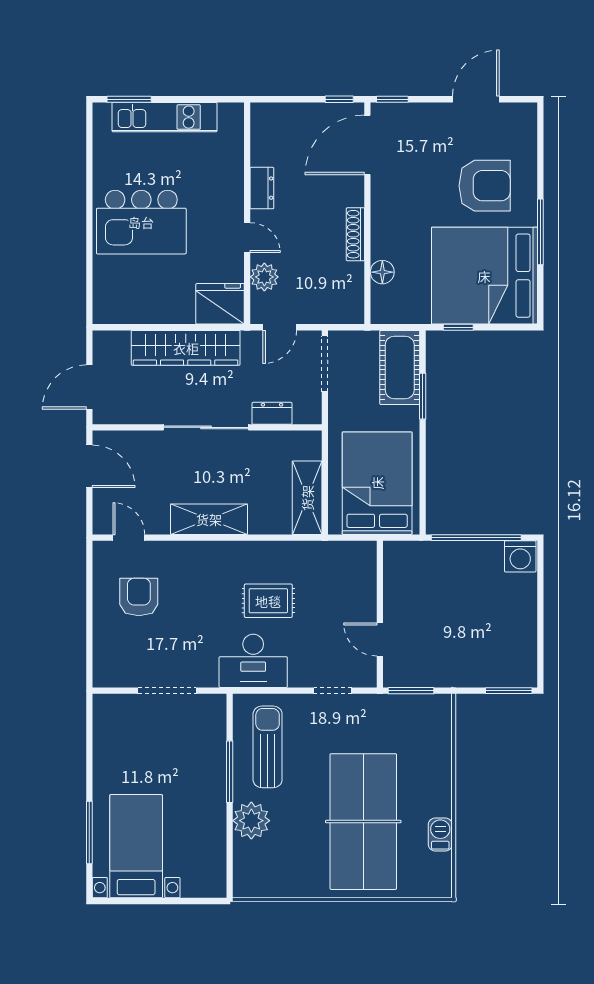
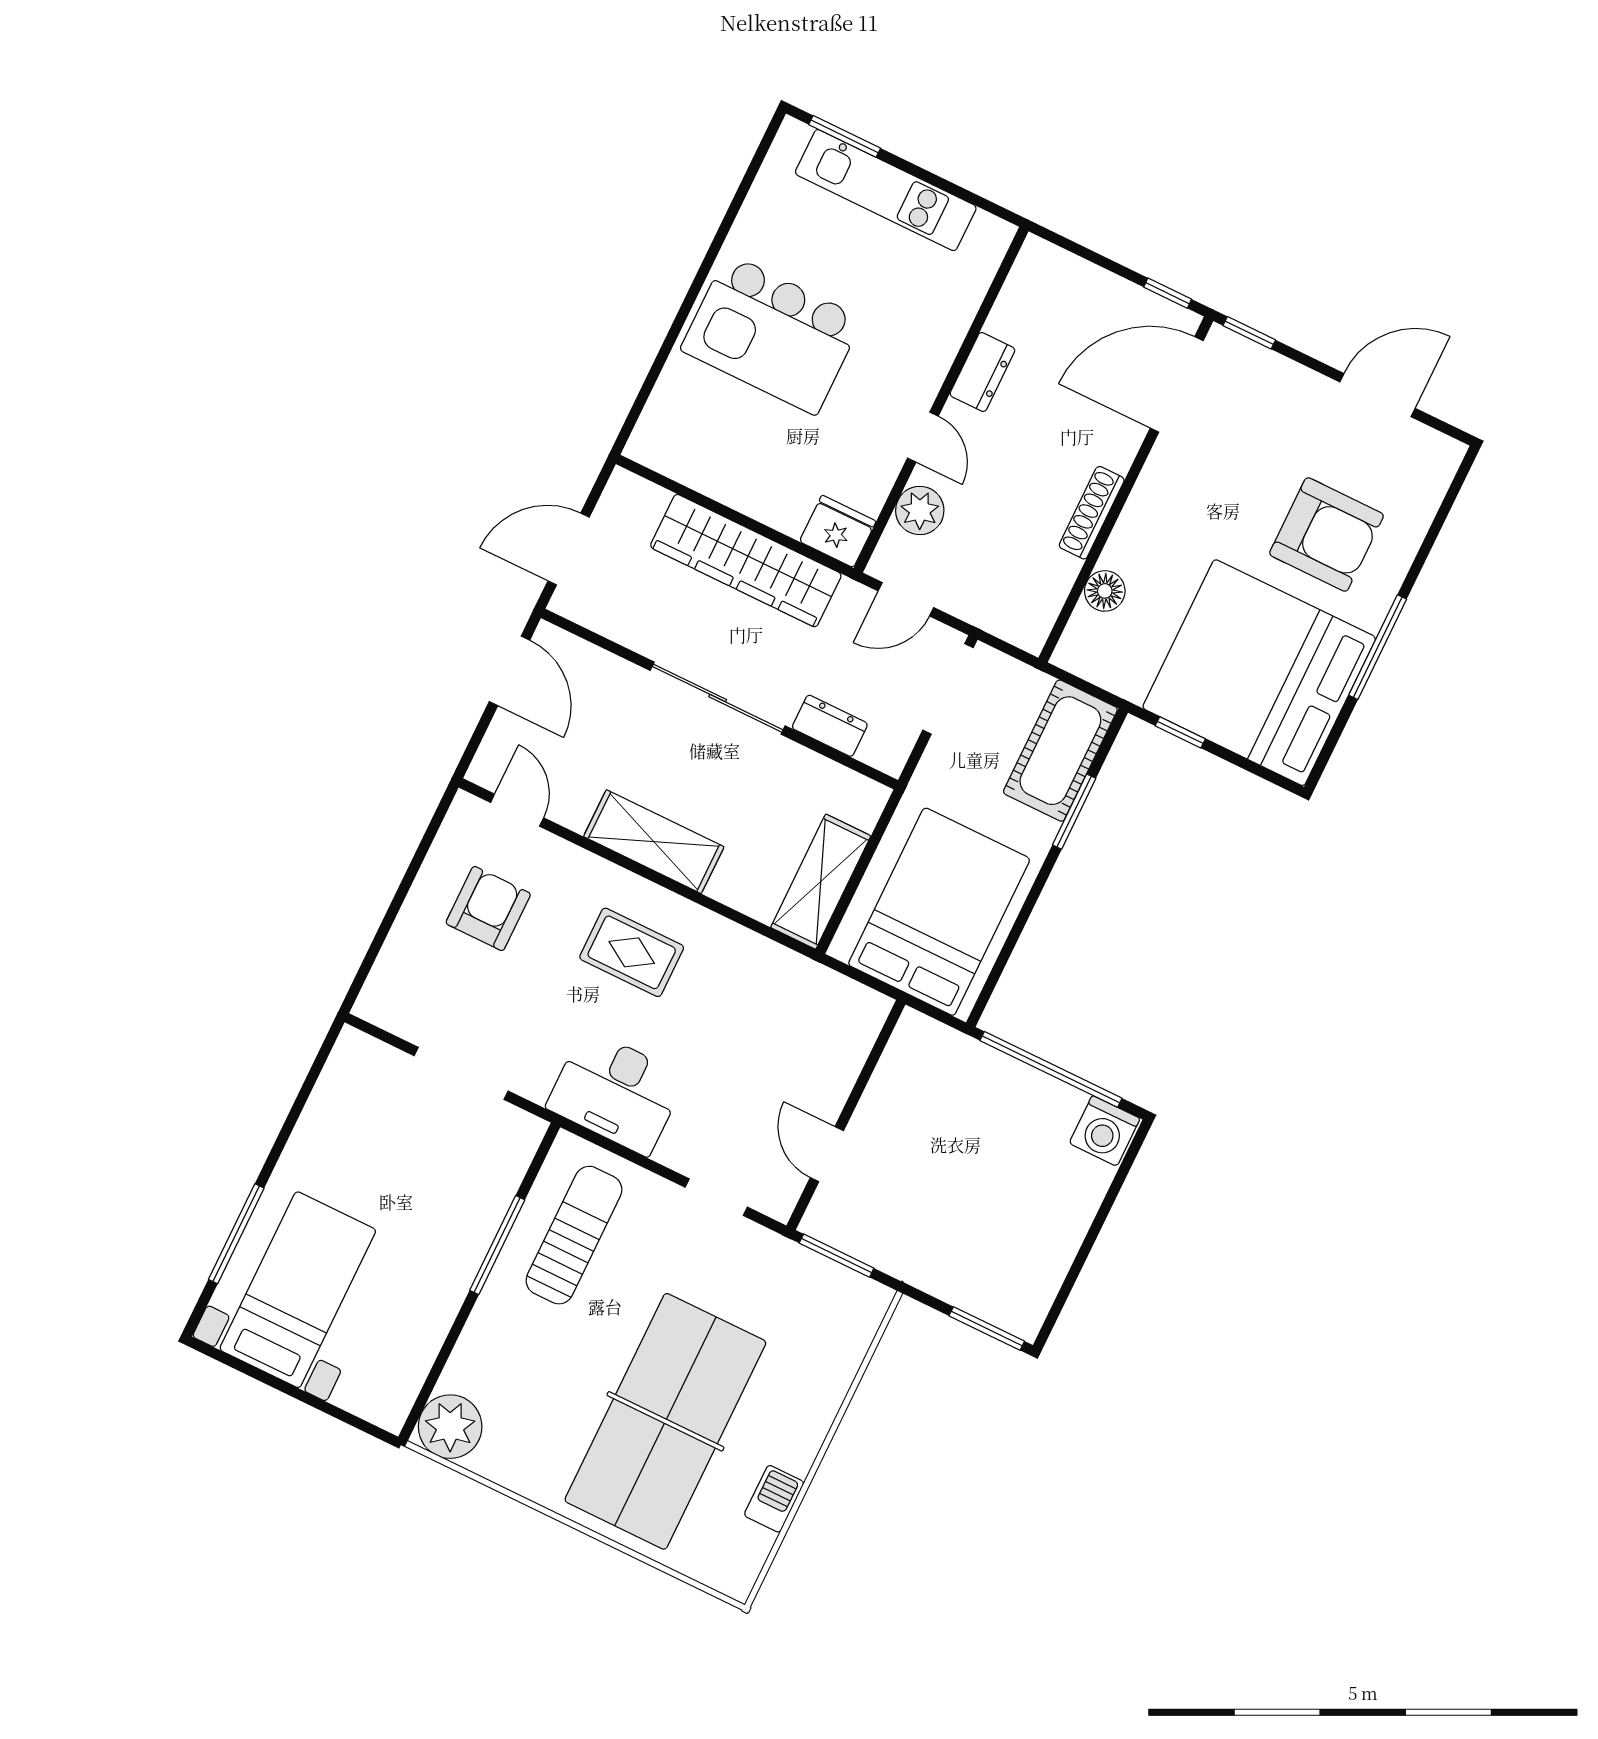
fridge: (220, 304) -> (838, 531), width x0.73, depth x0.75
rug: (268, 601) -> (632, 952), moved
plant: (251, 821) -> (450, 1427), moved

